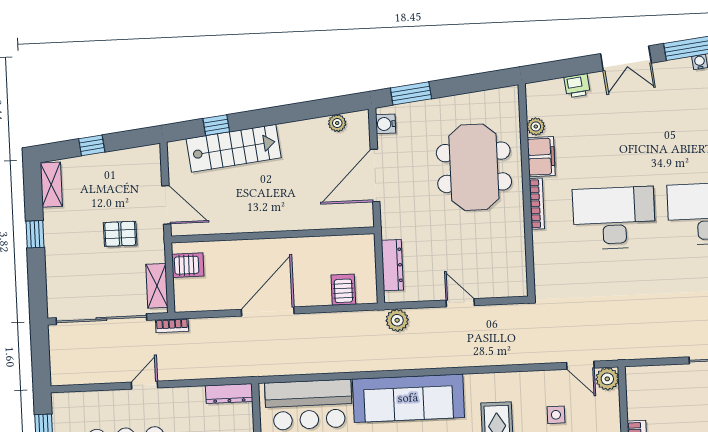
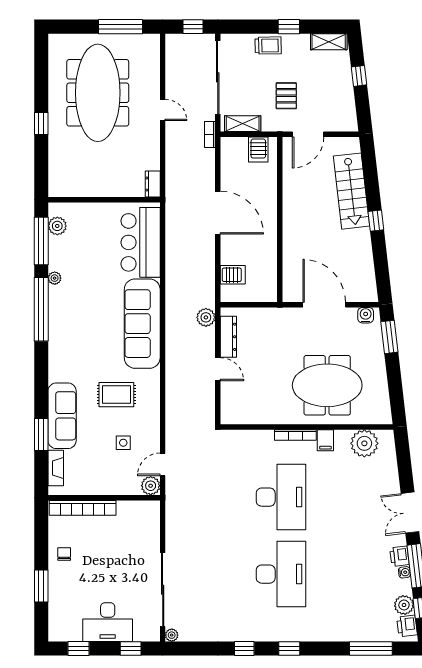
printer: (577, 86) -> (399, 556), moved
plant: (337, 123) -> (368, 276), removed
window: (216, 125) -> (376, 221), moved
plant: (536, 126) -> (364, 443), width x1.87, depth x1.87
filing cabinet: (541, 157) -> (325, 440), width x0.50
trolley: (59, 259) -> (268, 45), added
dresser: (392, 265) -> (228, 337), moved, turned -90
door: (460, 303) -> (218, 369), hinge flipped
window: (40, 352) -> (193, 27), added
dresser: (229, 394) -> (153, 184), width x0.70

